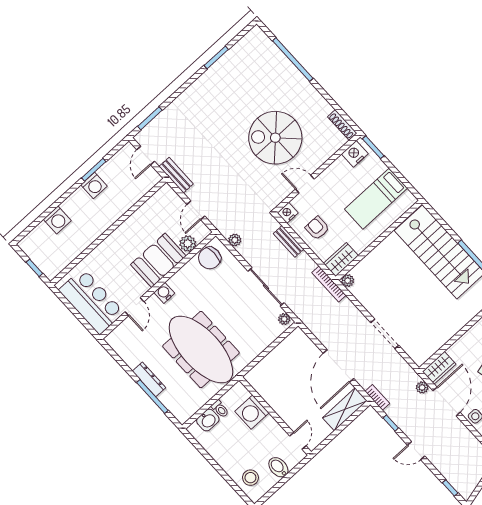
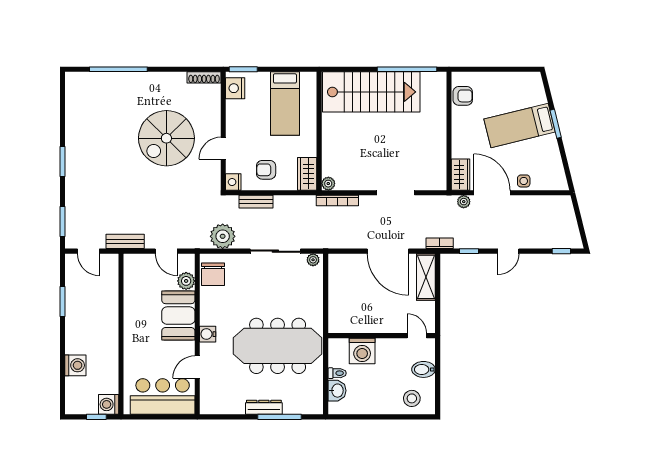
window: (216, 57) -> (62, 162), moved
washing machine: (94, 186) -> (109, 404), moved, turned 180
plant: (235, 240) -> (223, 236), width x1.88, depth x1.88
bookcase: (329, 284) -> (337, 201), moved
door: (134, 307) -> (197, 367), swing flipped

